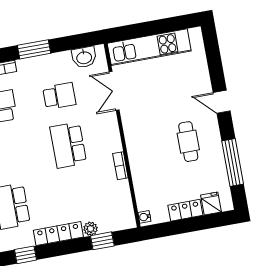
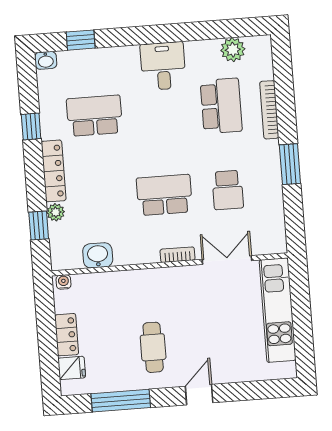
washbasin: (84, 57) -> (98, 255), moved, turned 90
cafe table: (188, 142) -> (153, 347), turned 90
bookcase: (120, 166) -> (178, 255), moved

